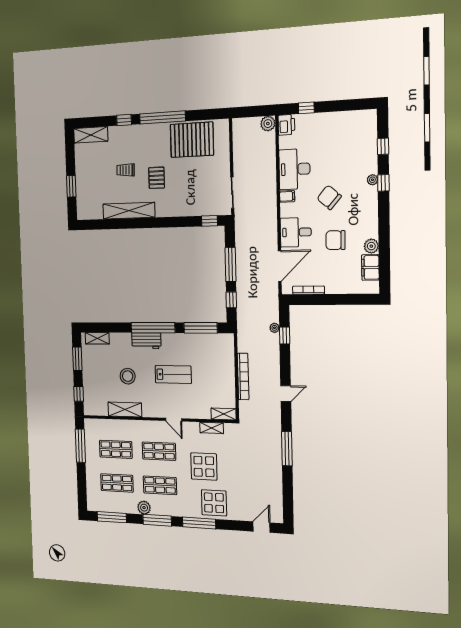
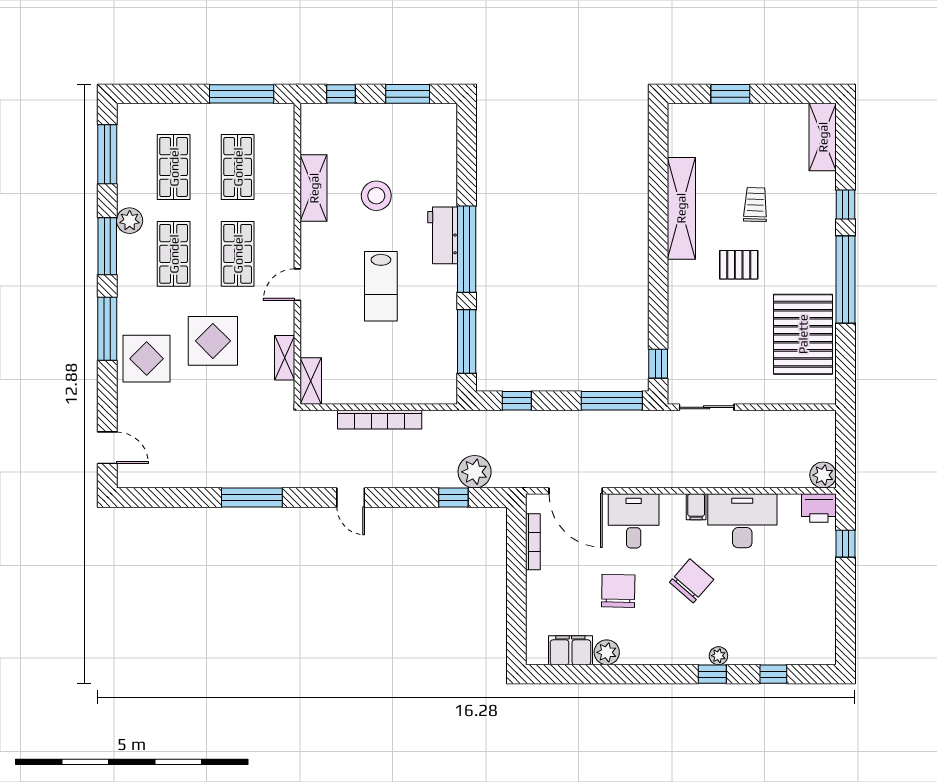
window: (230, 265) -> (612, 401), moved
plant: (275, 328) -> (475, 472), width x1.88, depth x1.88
shelving: (97, 338) -> (446, 136), removed

